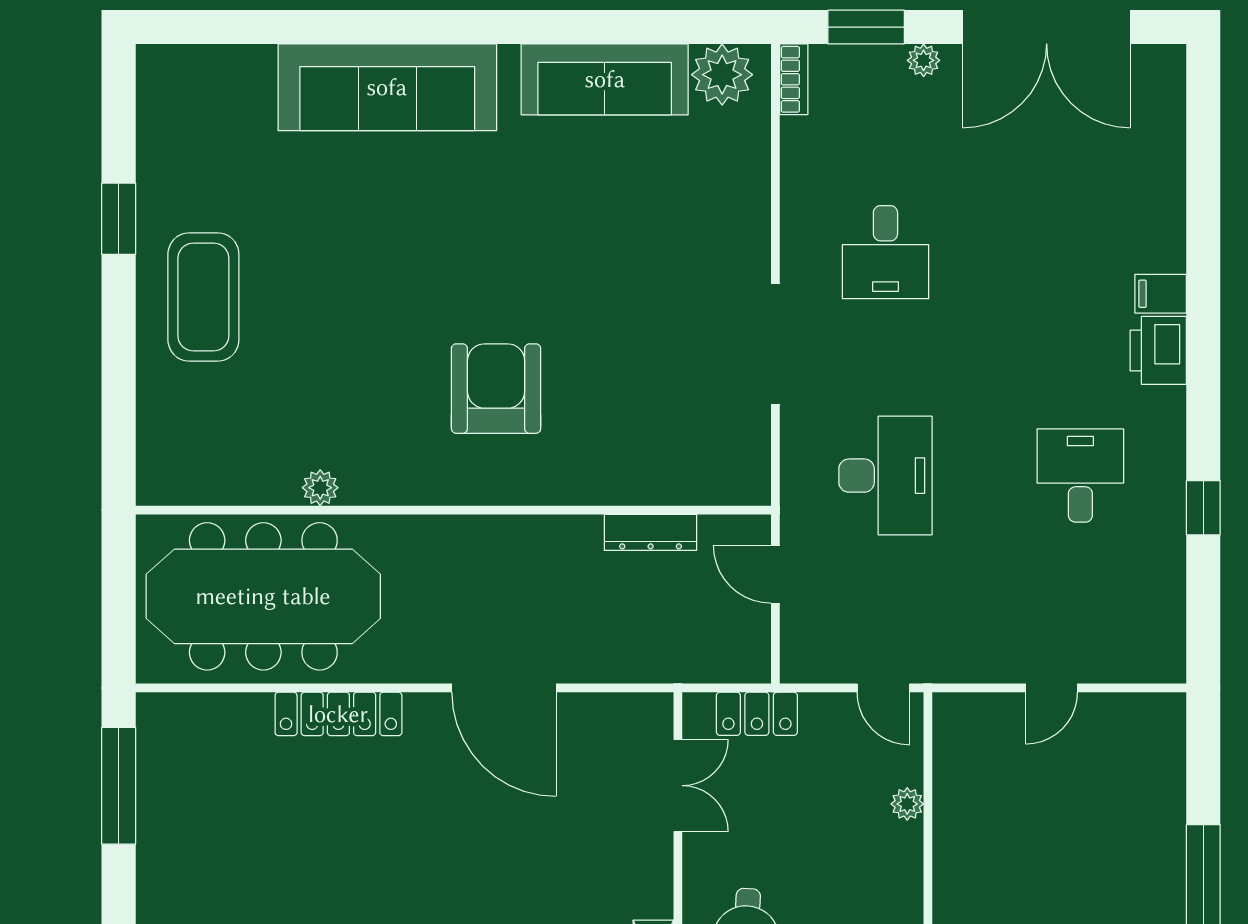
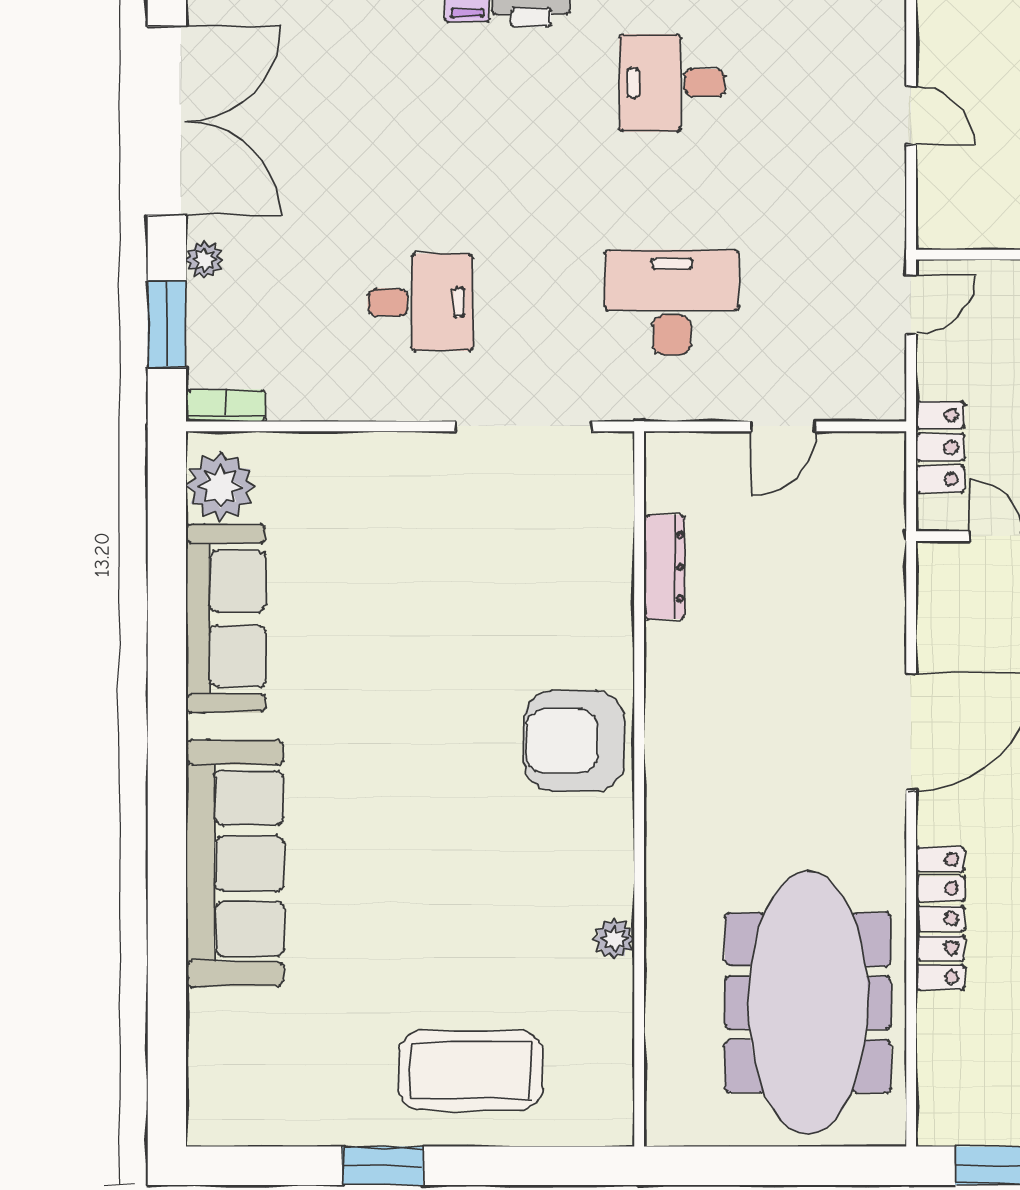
plant: (320, 488) -> (614, 939), moved
wall: (453, 510) -> (639, 789), moved
dresser: (651, 532) -> (664, 567), moved

